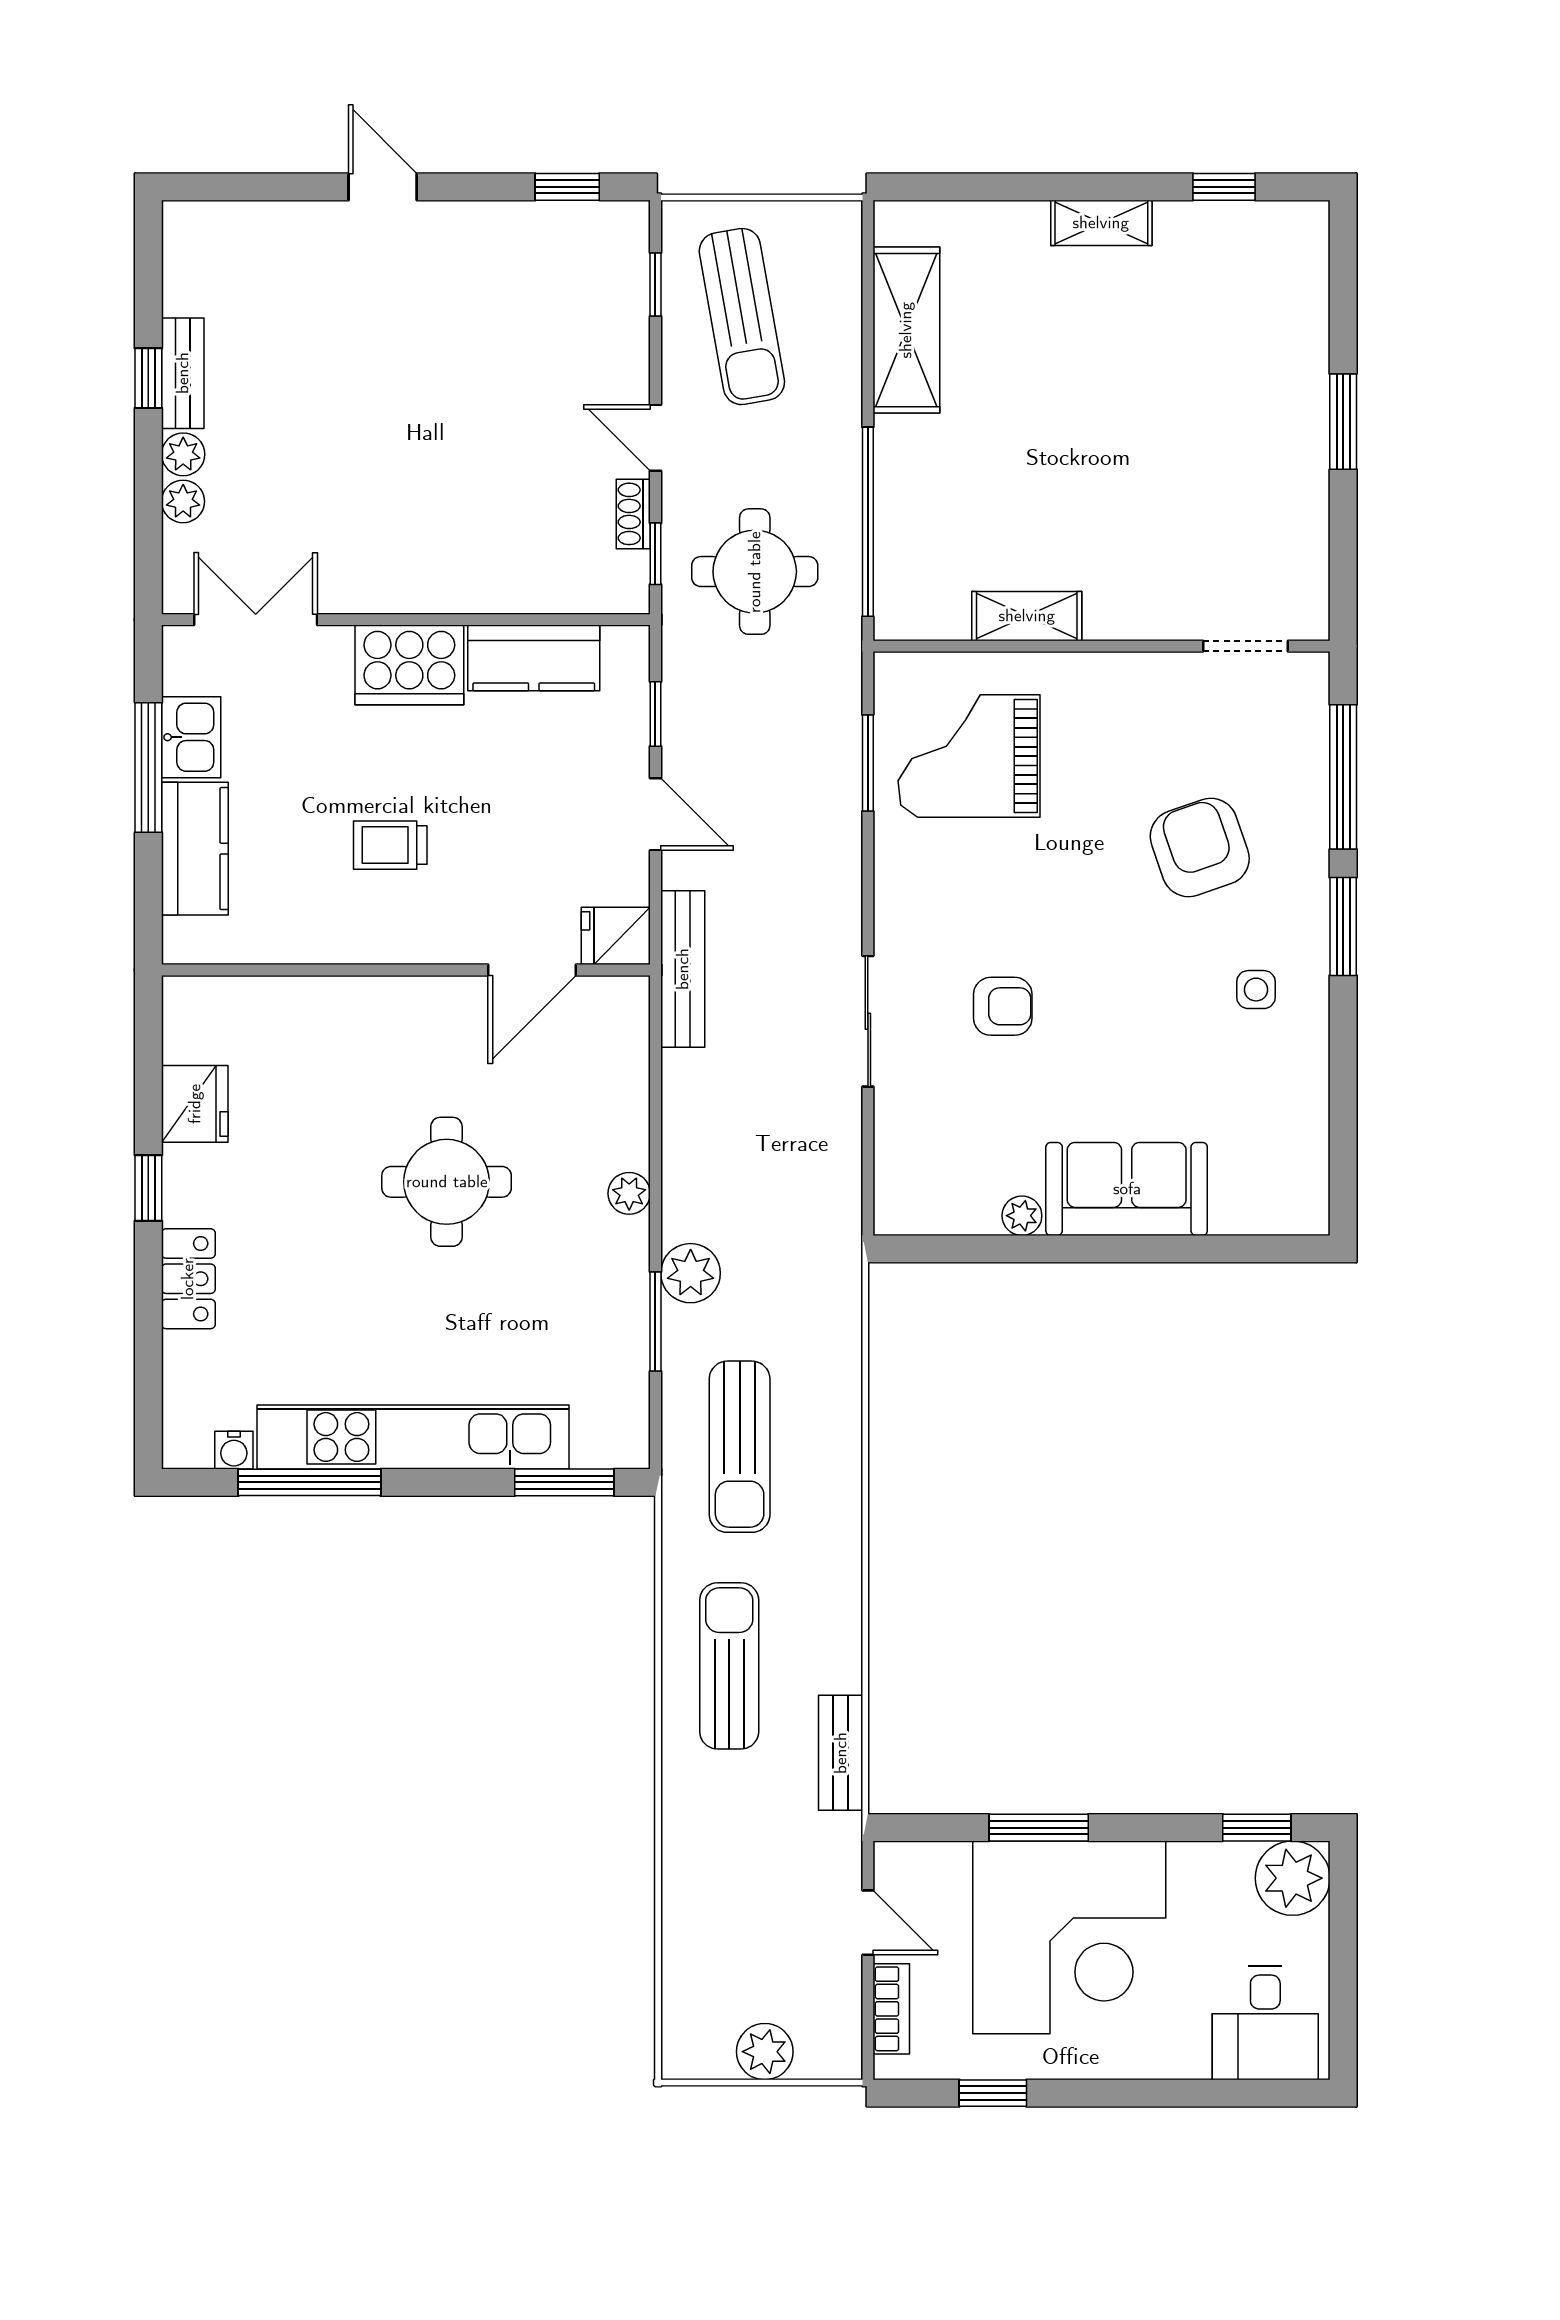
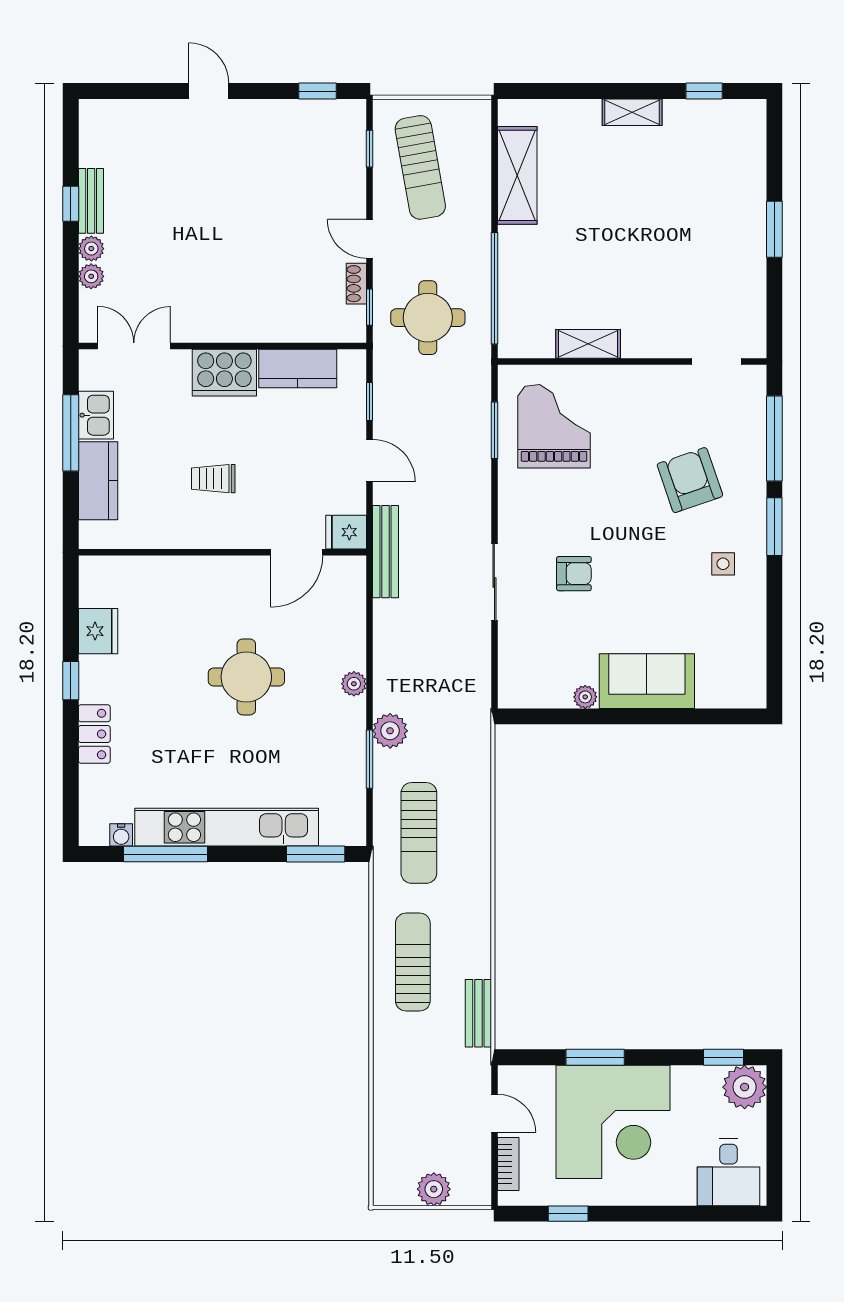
grand piano: (969, 756) -> (554, 426), turned 90

